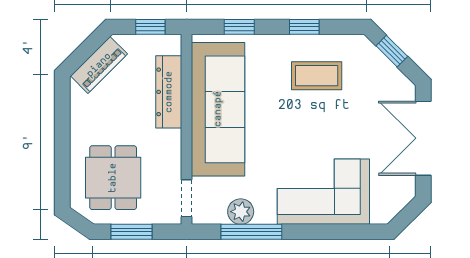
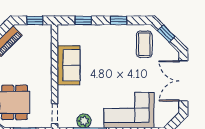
coffee table: (317, 76) -> (144, 44), moved, turned 90
dresser: (169, 92) -> (45, 56), removed
sofa: (218, 109) -> (69, 65), width x0.54, depth x0.79

